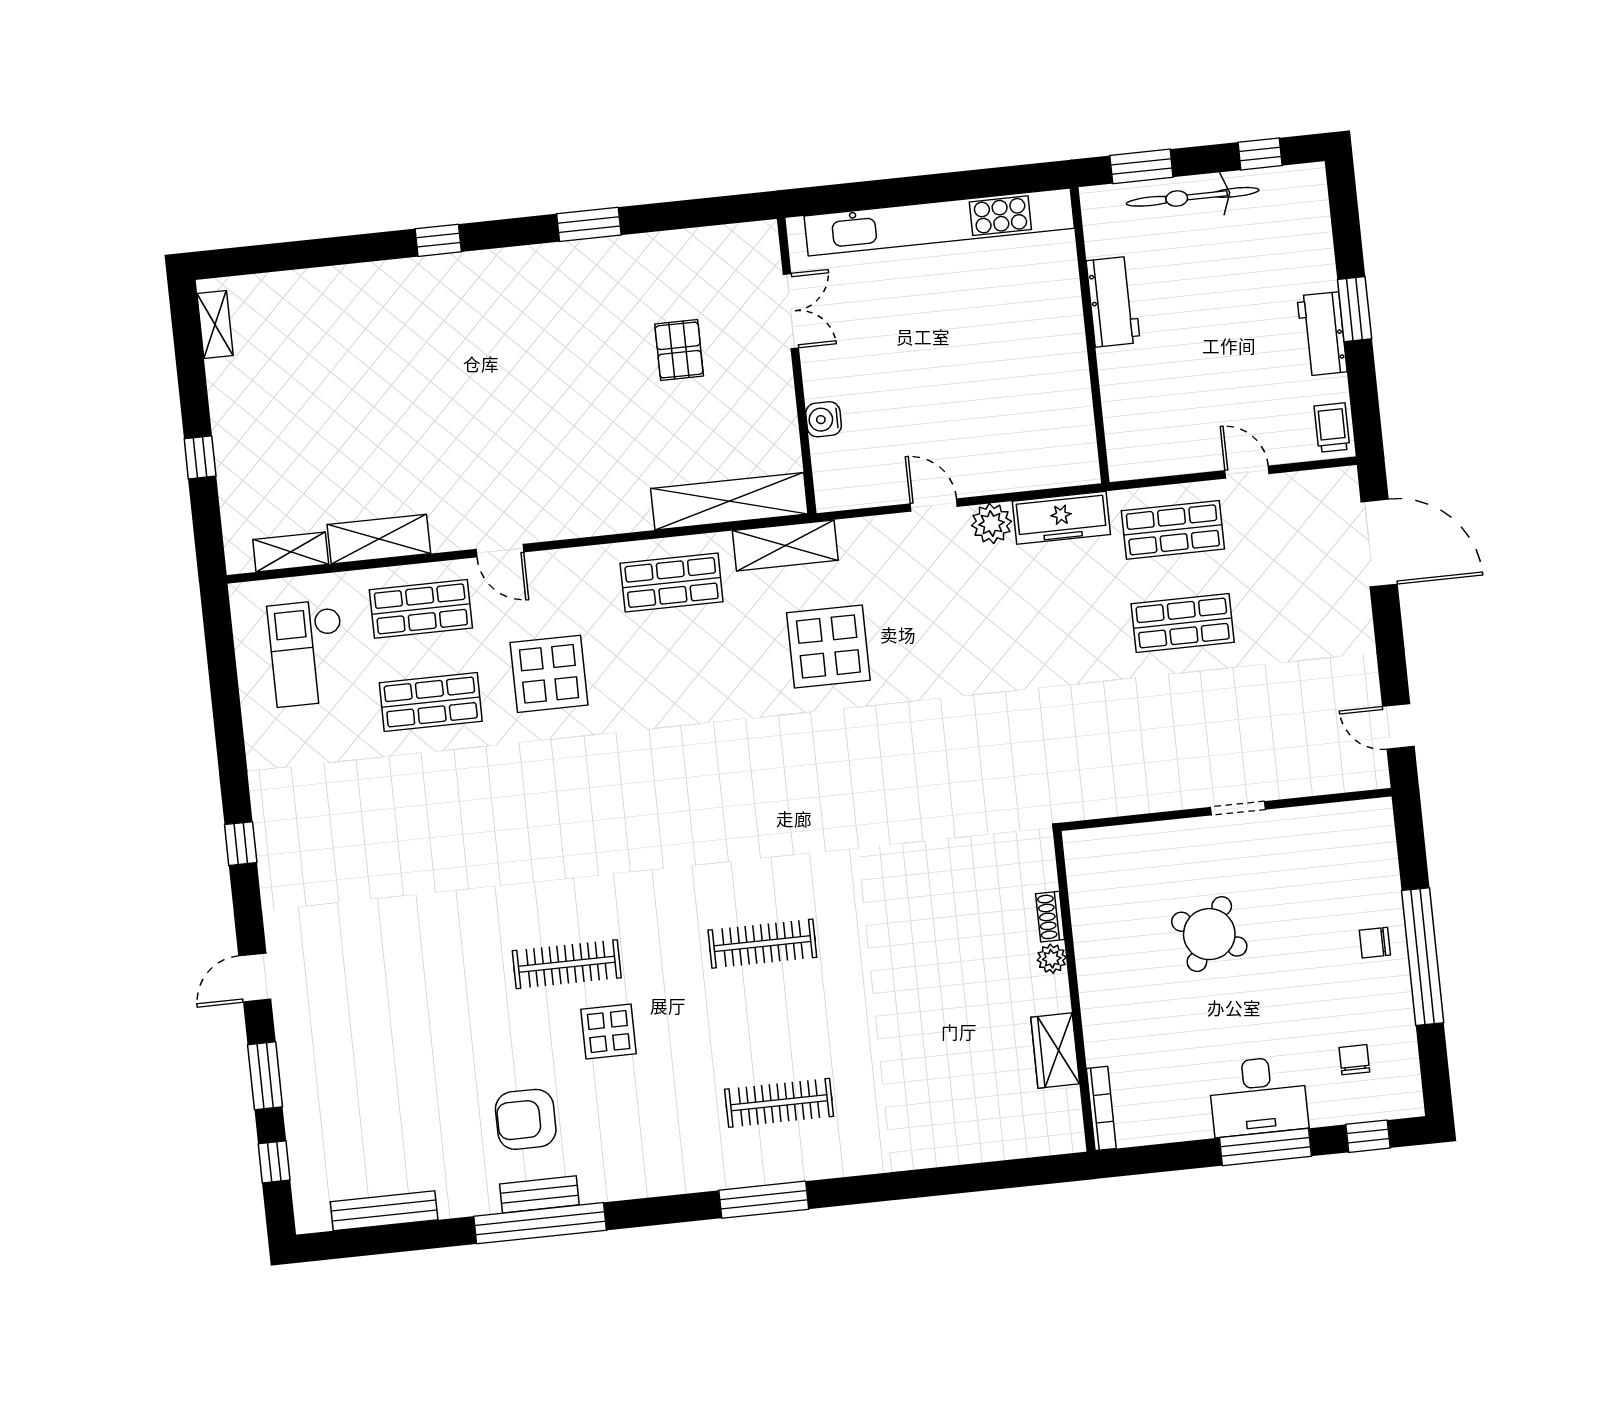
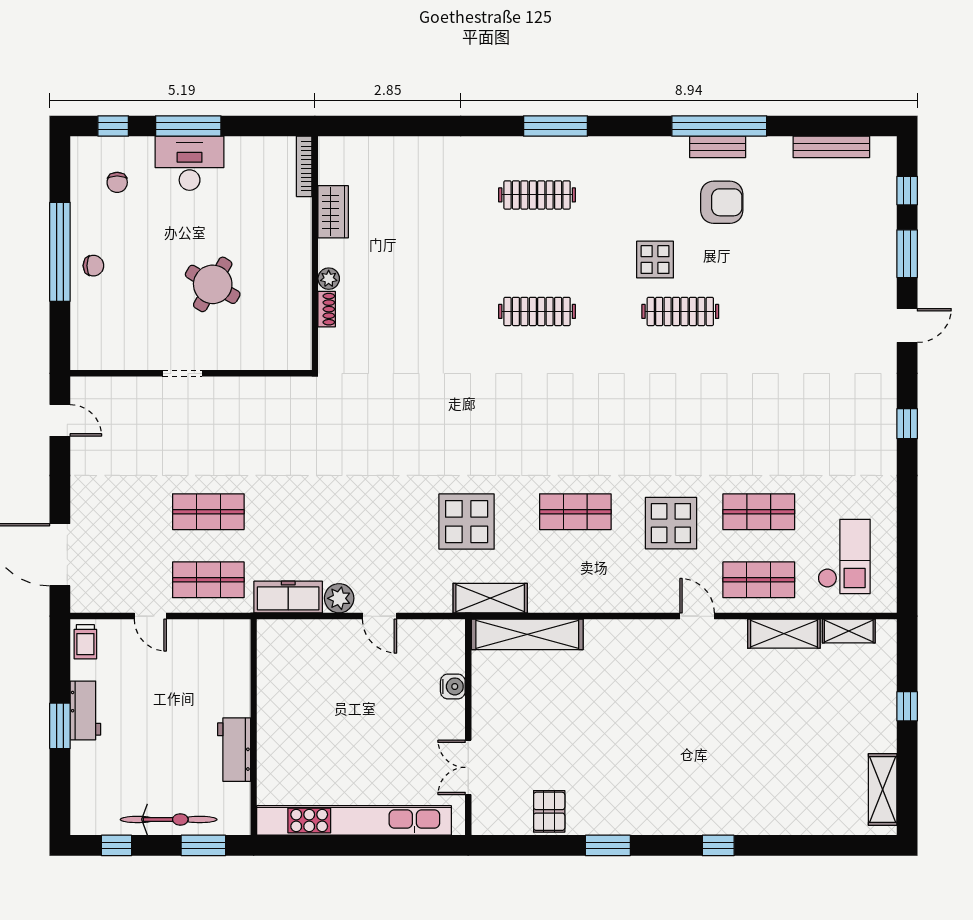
shelving: (215, 324) -> (883, 790), width x1.50, depth x1.33
pallet: (679, 350) -> (549, 811), moved
shop shelf: (672, 583) -> (575, 512), moved

